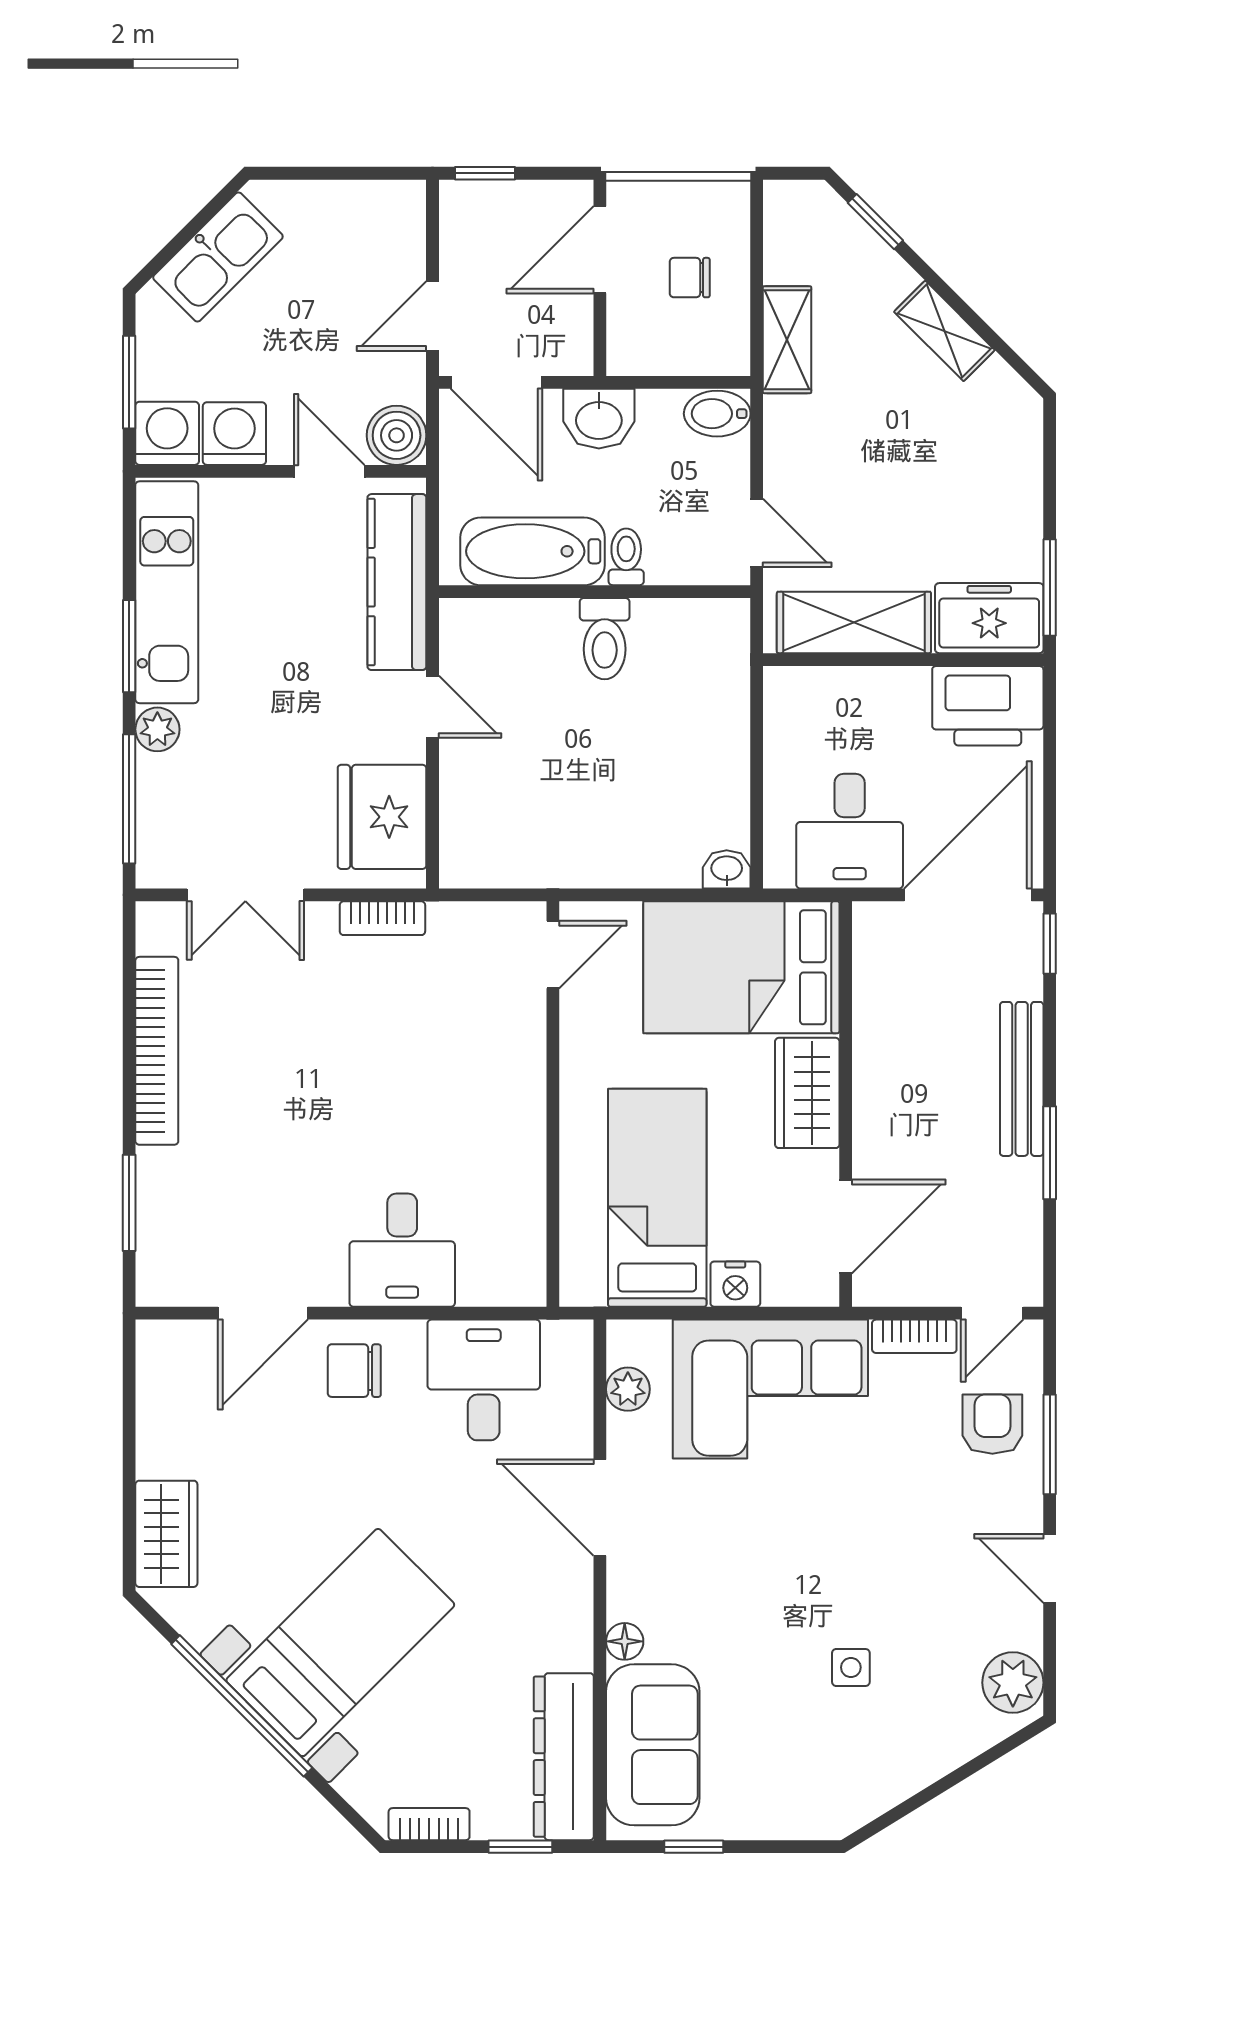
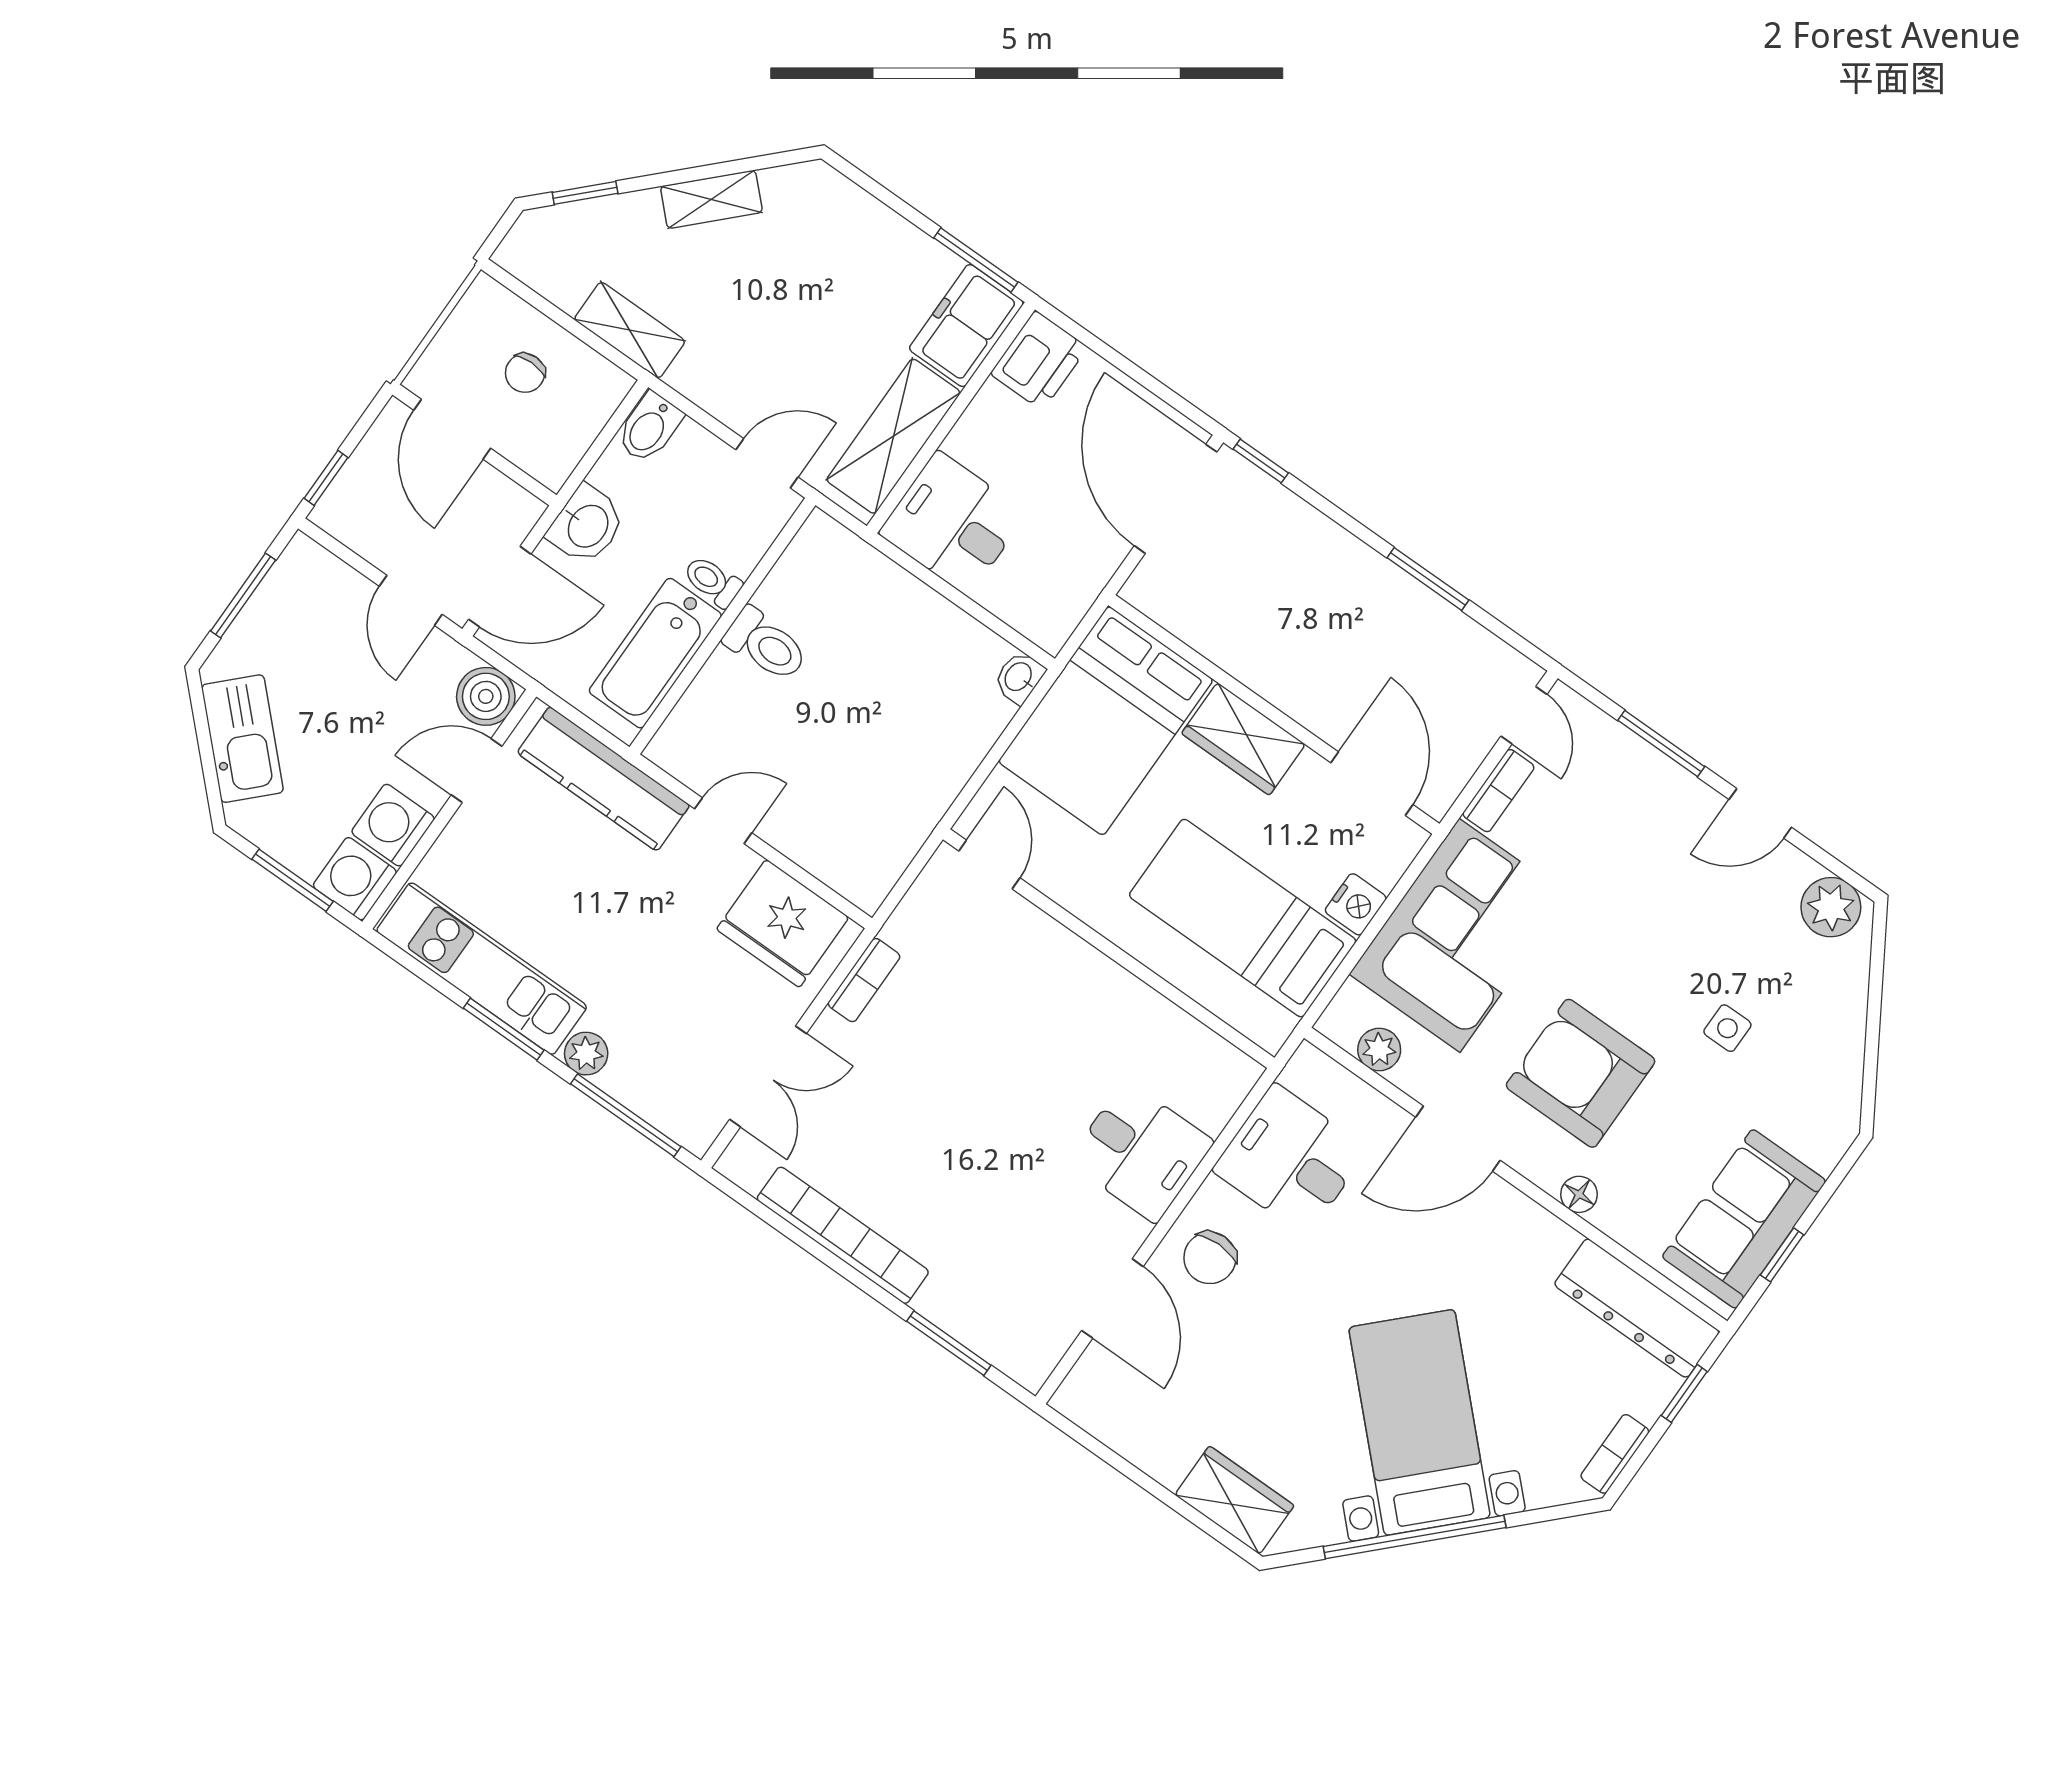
window: (338, 173) -> (243, 596), added
printer: (988, 706) -> (1039, 360), width x0.73, depth x0.84
desk: (850, 831) -> (953, 523), moved, turned 180
bench: (1022, 1079) -> (1353, 560), removed
armchair: (992, 1424) -> (1581, 1073), moved, width x1.88, depth x1.88
sofa: (653, 1745) -> (1744, 1219), moved, turned -90

